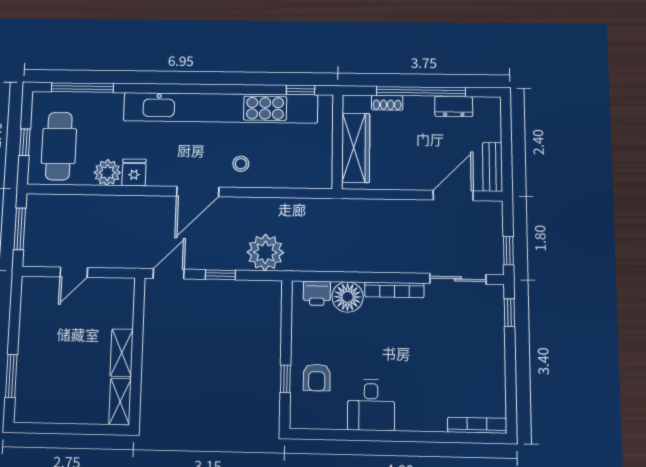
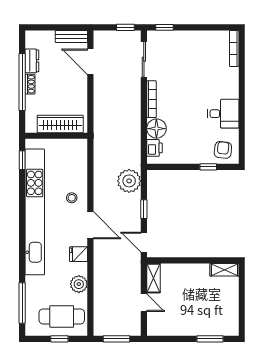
shoe rack: (387, 103) -> (30, 84), moved
fridge: (134, 172) -> (79, 254), moved
shelving: (122, 353) -> (153, 278), moved, turned 90
armchair: (317, 377) -> (223, 150), moved, turned -84

